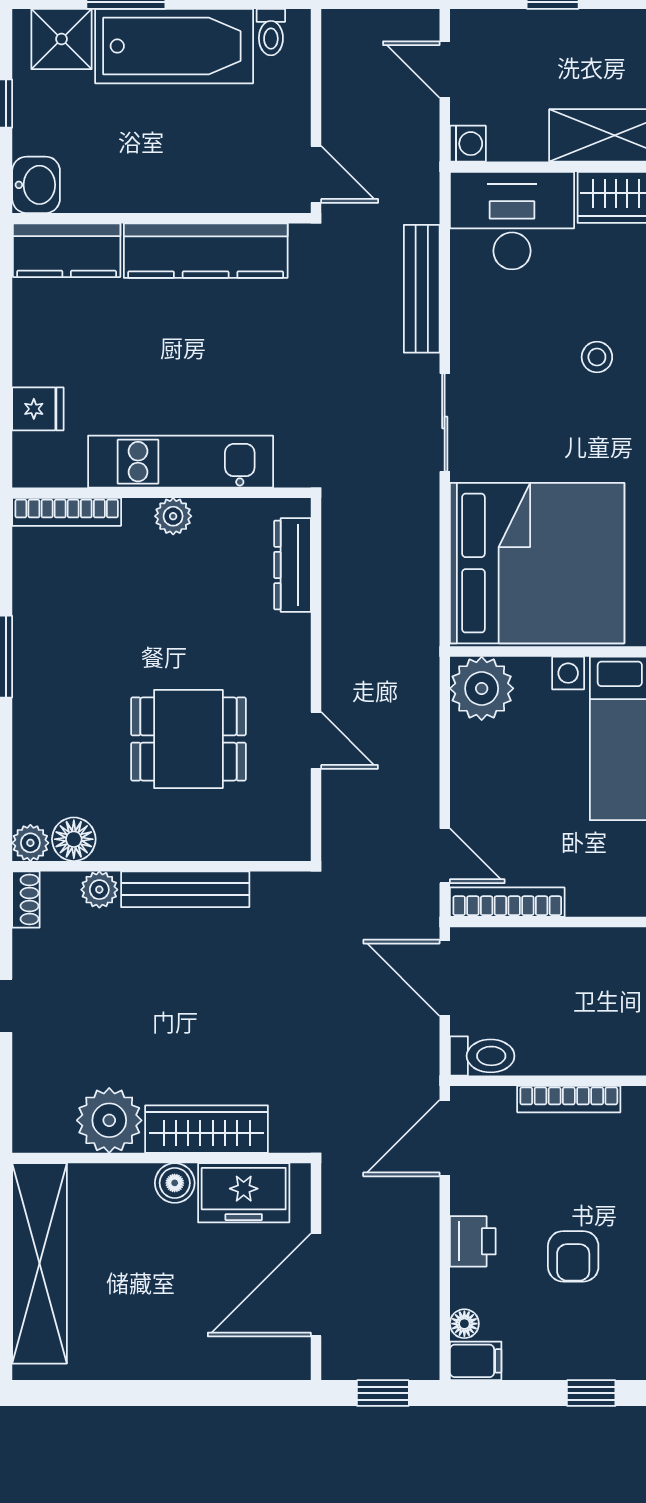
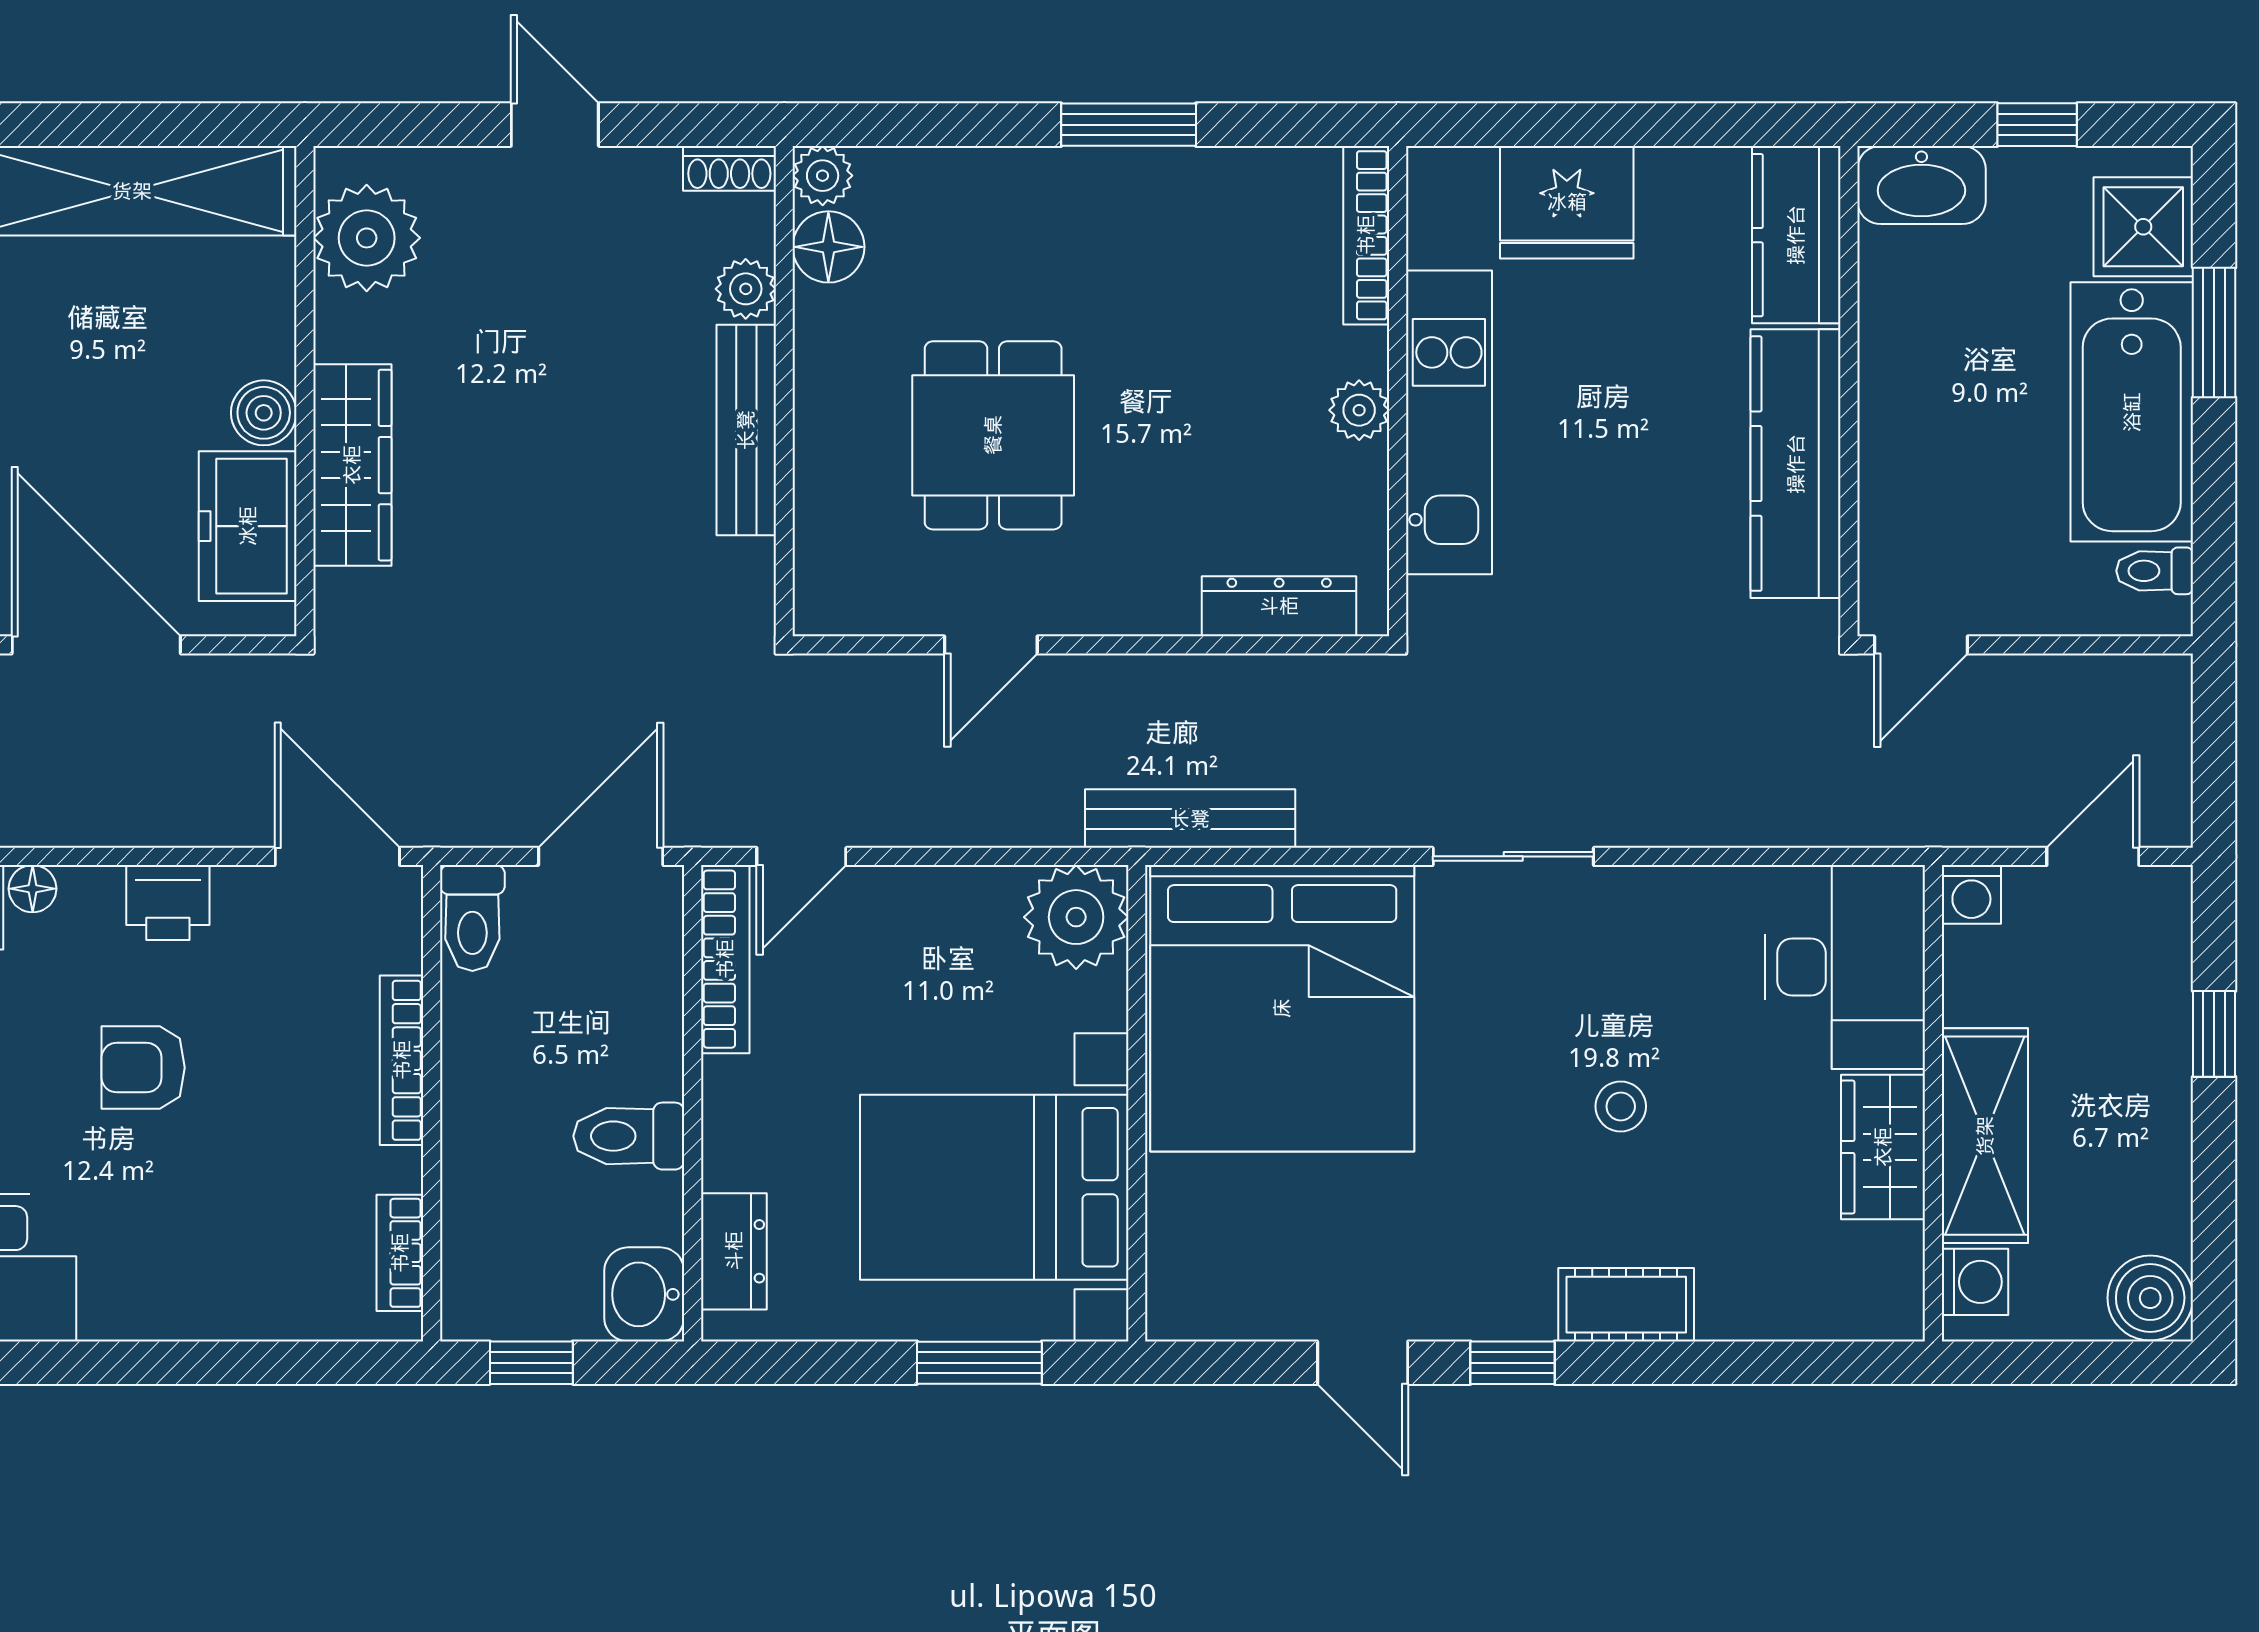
washbasin: (36, 185) -> (1921, 185), width x1.38
bench: (422, 289) -> (1190, 819), moved
fridge: (38, 409) -> (1567, 202), width x1.88, depth x1.34
toilet: (615, 961) -> (629, 1136), added
plant: (109, 1120) -> (367, 238), moved

